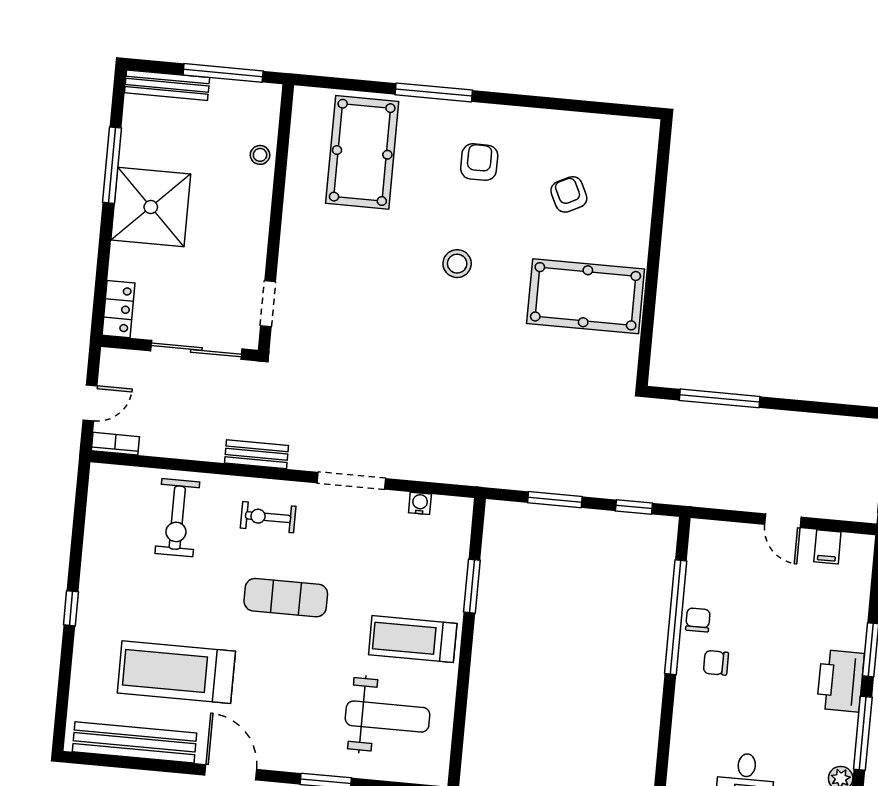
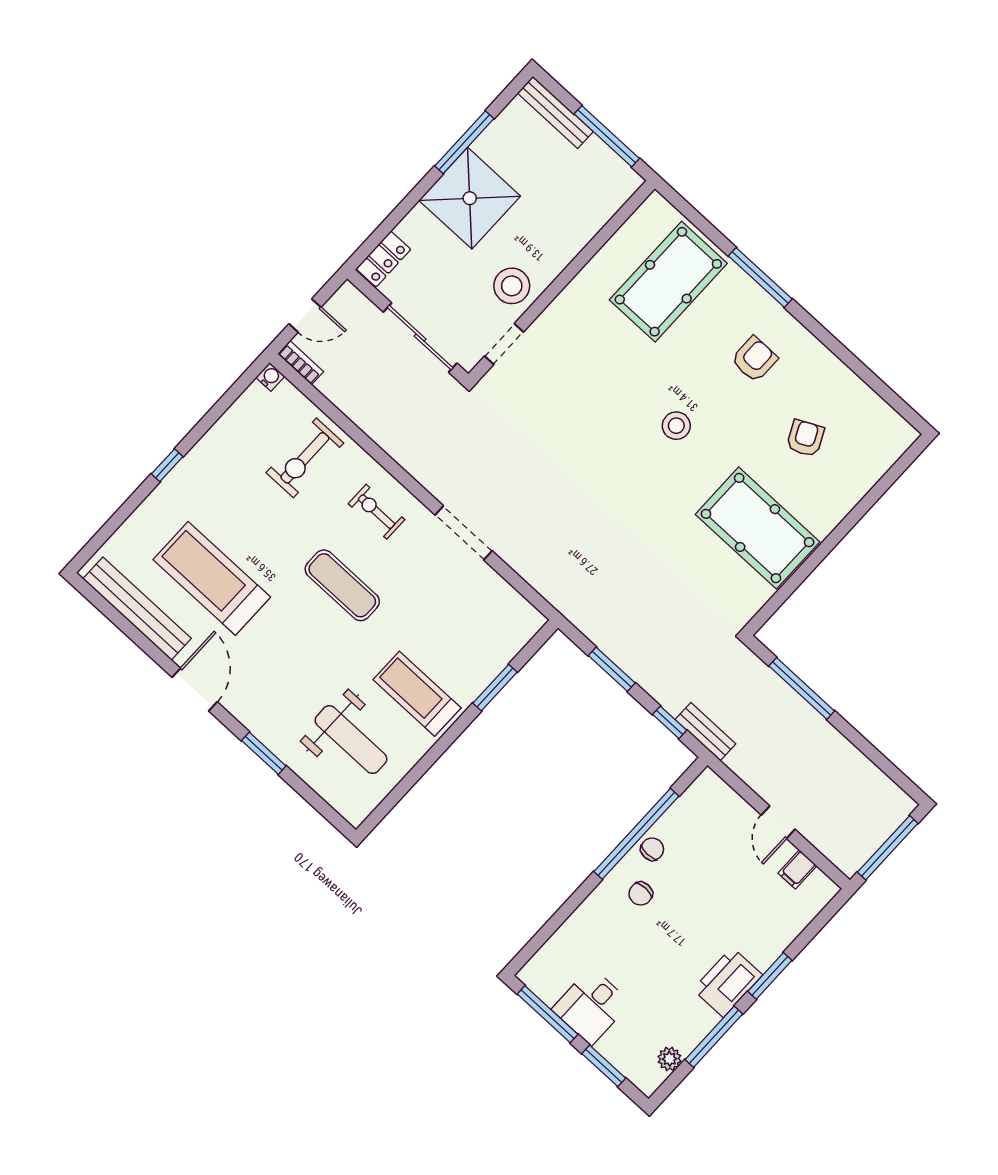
stool: (260, 155) -> (512, 286), moved, width x1.89, depth x1.89
bench: (256, 454) -> (705, 732), moved
water cooler: (420, 503) -> (270, 377), moved
chair: (716, 663) -> (641, 894), turned -90

